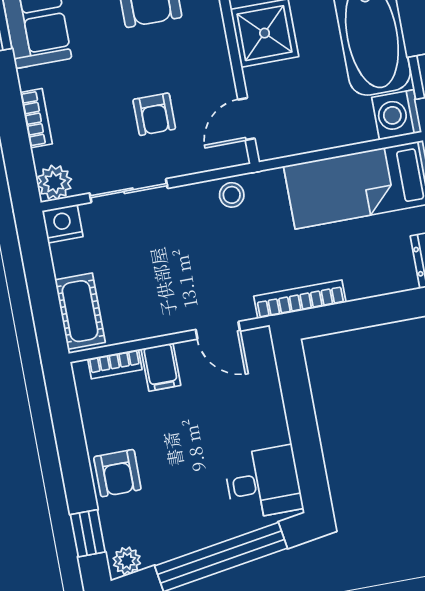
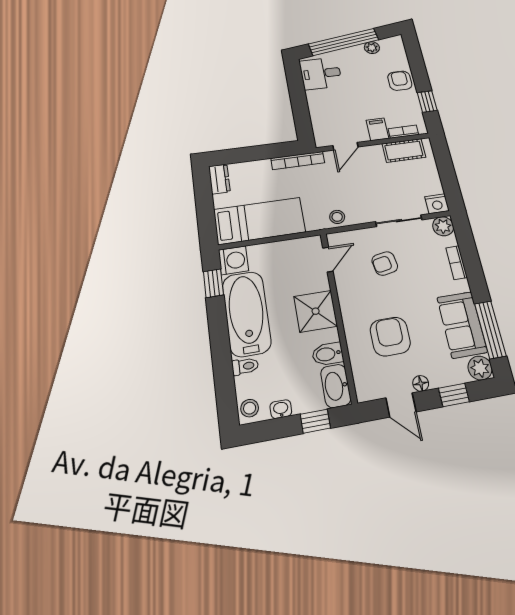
armchair: (154, 114) -> (385, 263), turned -100
cot: (80, 311) -> (404, 150), moved, turned 90
door: (218, 330) -> (345, 146), swing flipped
window: (88, 533) -> (427, 101), moved
plant: (127, 561) -> (372, 48), moved

